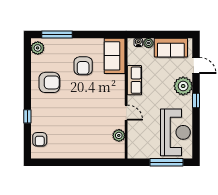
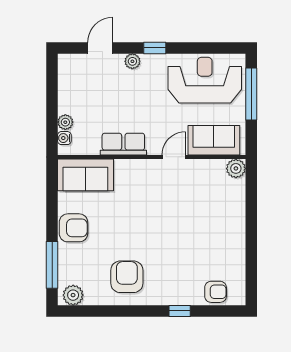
sofa: (171, 48) -> (214, 140), moved, turned -90
armchair: (83, 66) -> (73, 228), moved
plant: (183, 86) -> (132, 61), width x0.53, depth x0.53
plant: (119, 135) -> (236, 168), moved

